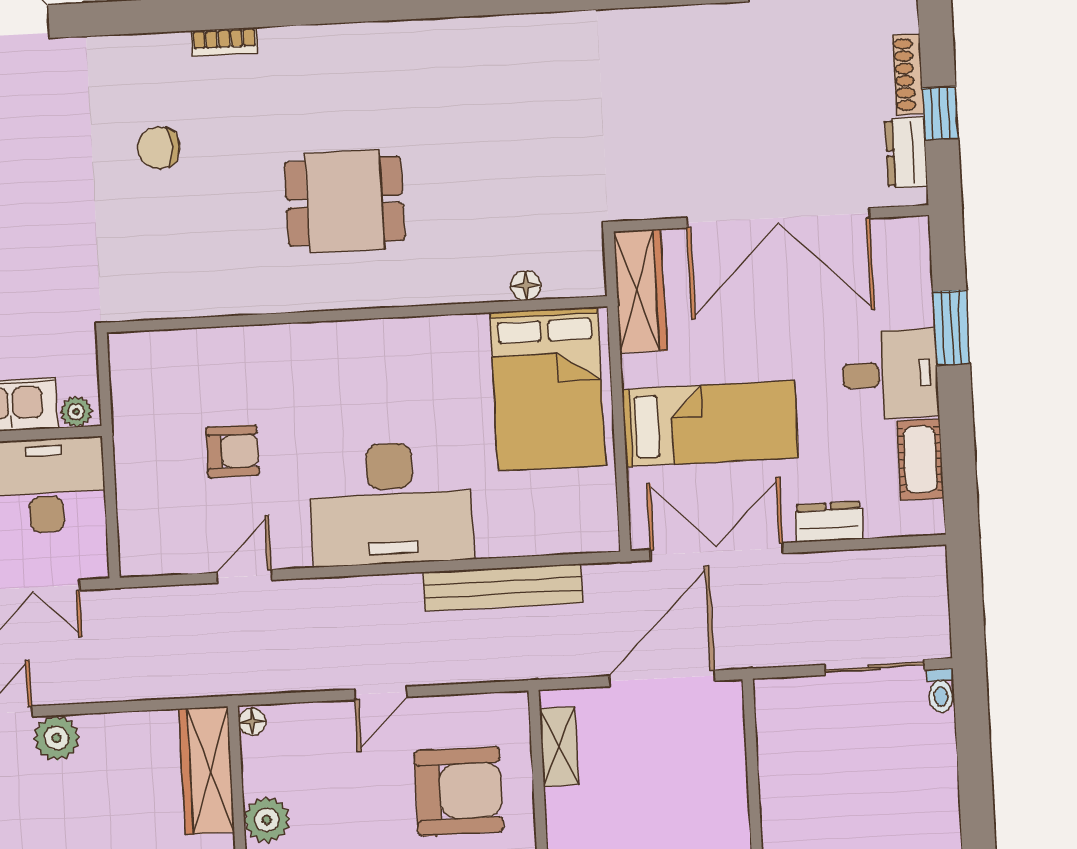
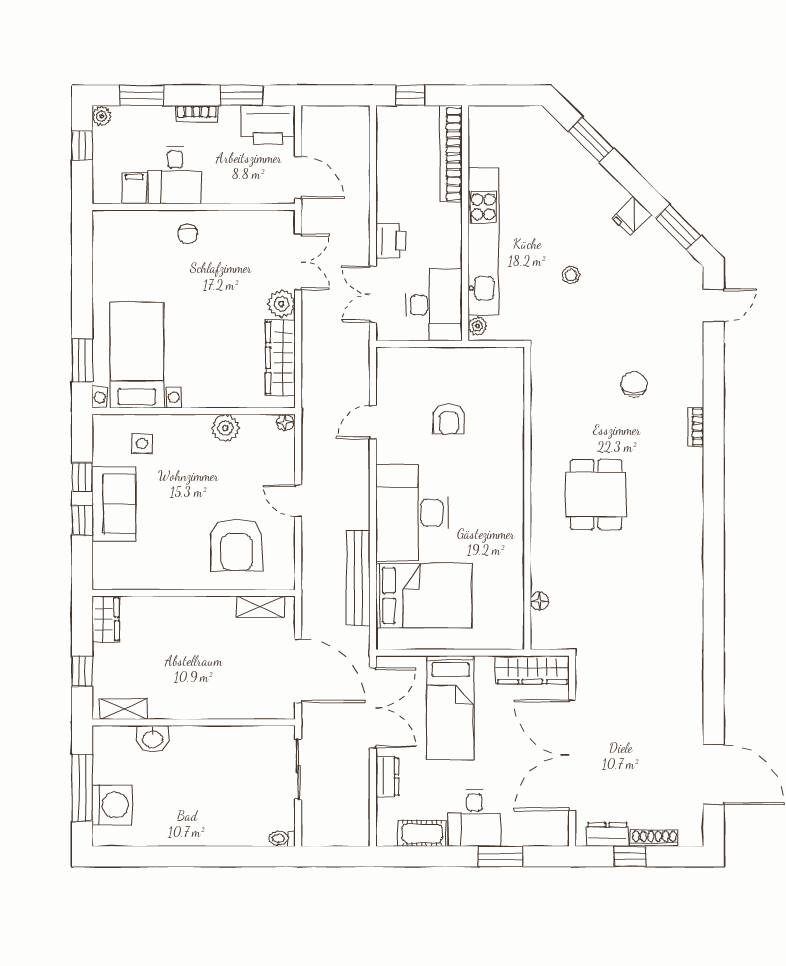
bed: (548, 389) -> (424, 596), moved, turned 180
door: (244, 576) -> (373, 422), swing flipped
sliding door: (874, 667) -> (298, 769), moved
wardrobe: (207, 770) -> (281, 358), moved, turned -90

